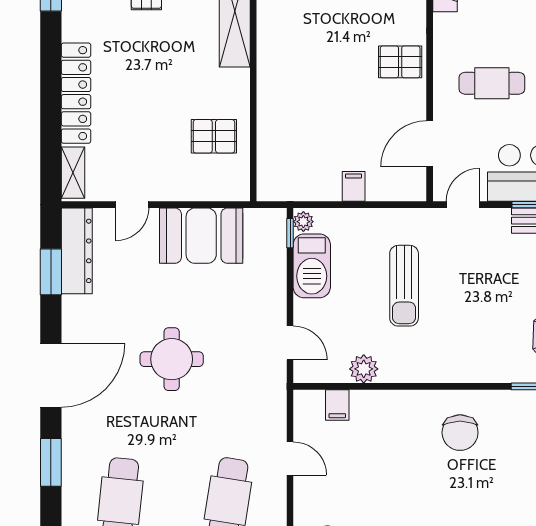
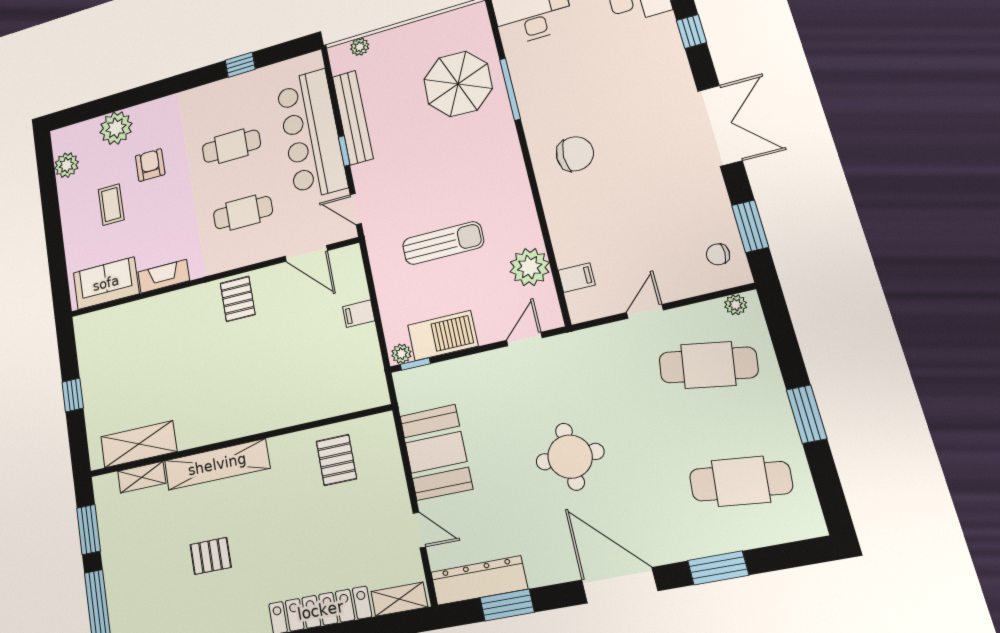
cafe table: (492, 83) -> (243, 213), turned 90
plant: (364, 369) -> (530, 267), width x1.36, depth x1.36

